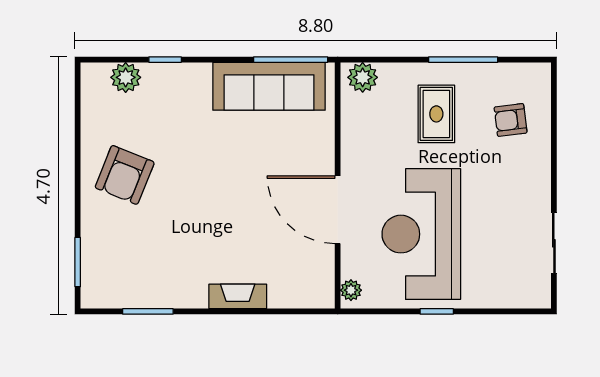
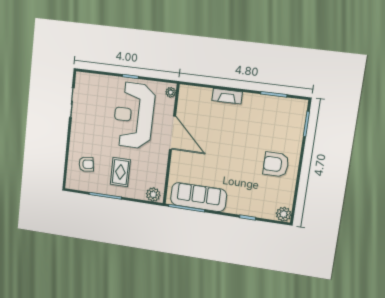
plant: (126, 77) -> (284, 214), moved
armchair: (125, 175) -> (276, 164), turned -112
reception desk: (421, 234) -> (134, 115), turned 180

